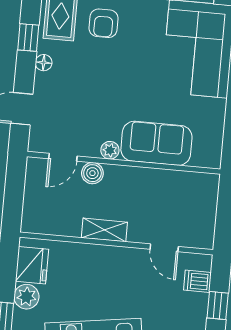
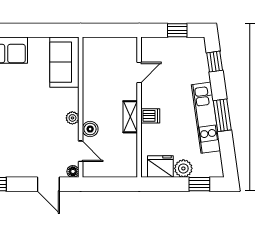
floor lamp: (44, 63) -> (73, 171), moved
sofa: (156, 143) -> (64, 62), moved
dishwasher: (197, 281) -> (150, 116), moved, turned -90

